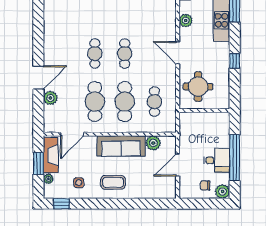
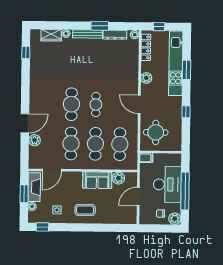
cafe table: (95, 54) -> (71, 104), width x1.37, depth x1.35
cafe table: (154, 102) -> (120, 144), width x1.37, depth x1.35
filing cabinet: (187, 118) -> (146, 158), added
sofa: (121, 146) -> (97, 180), width x0.73
desk: (217, 160) -> (167, 184), width x1.87, depth x1.30

